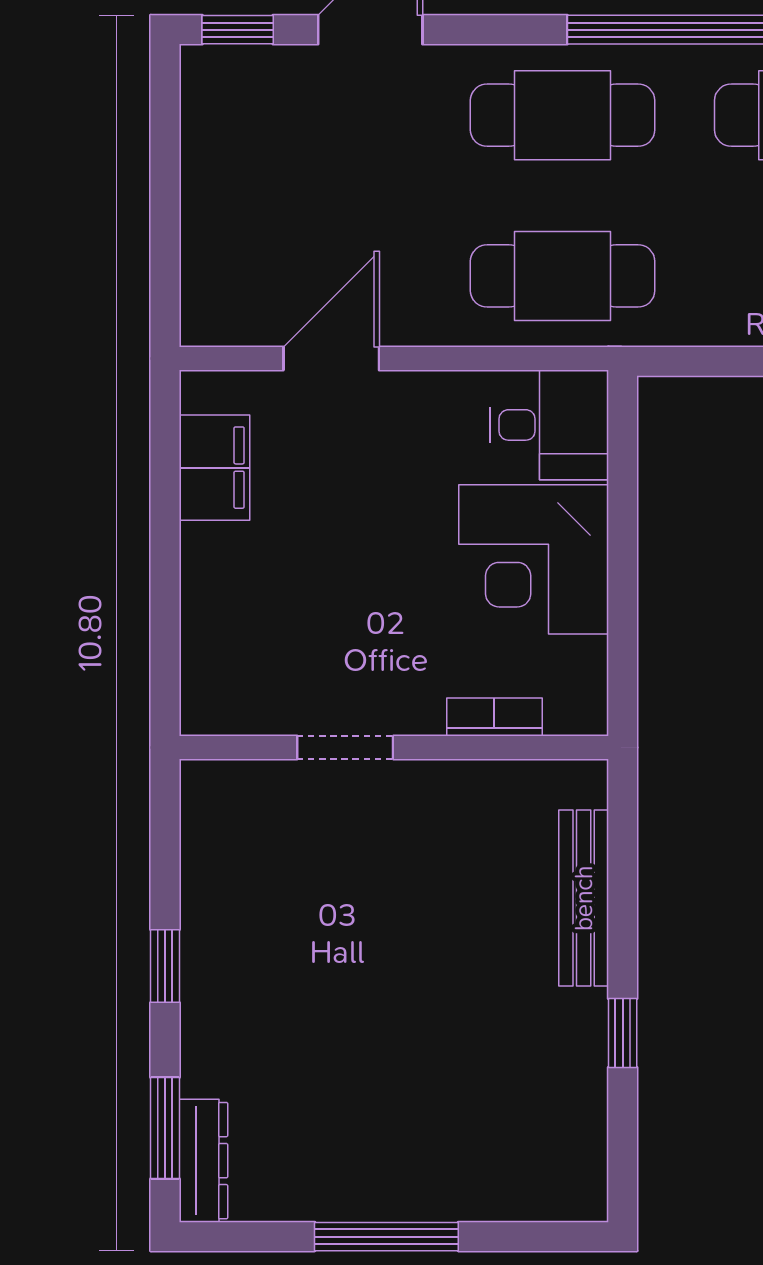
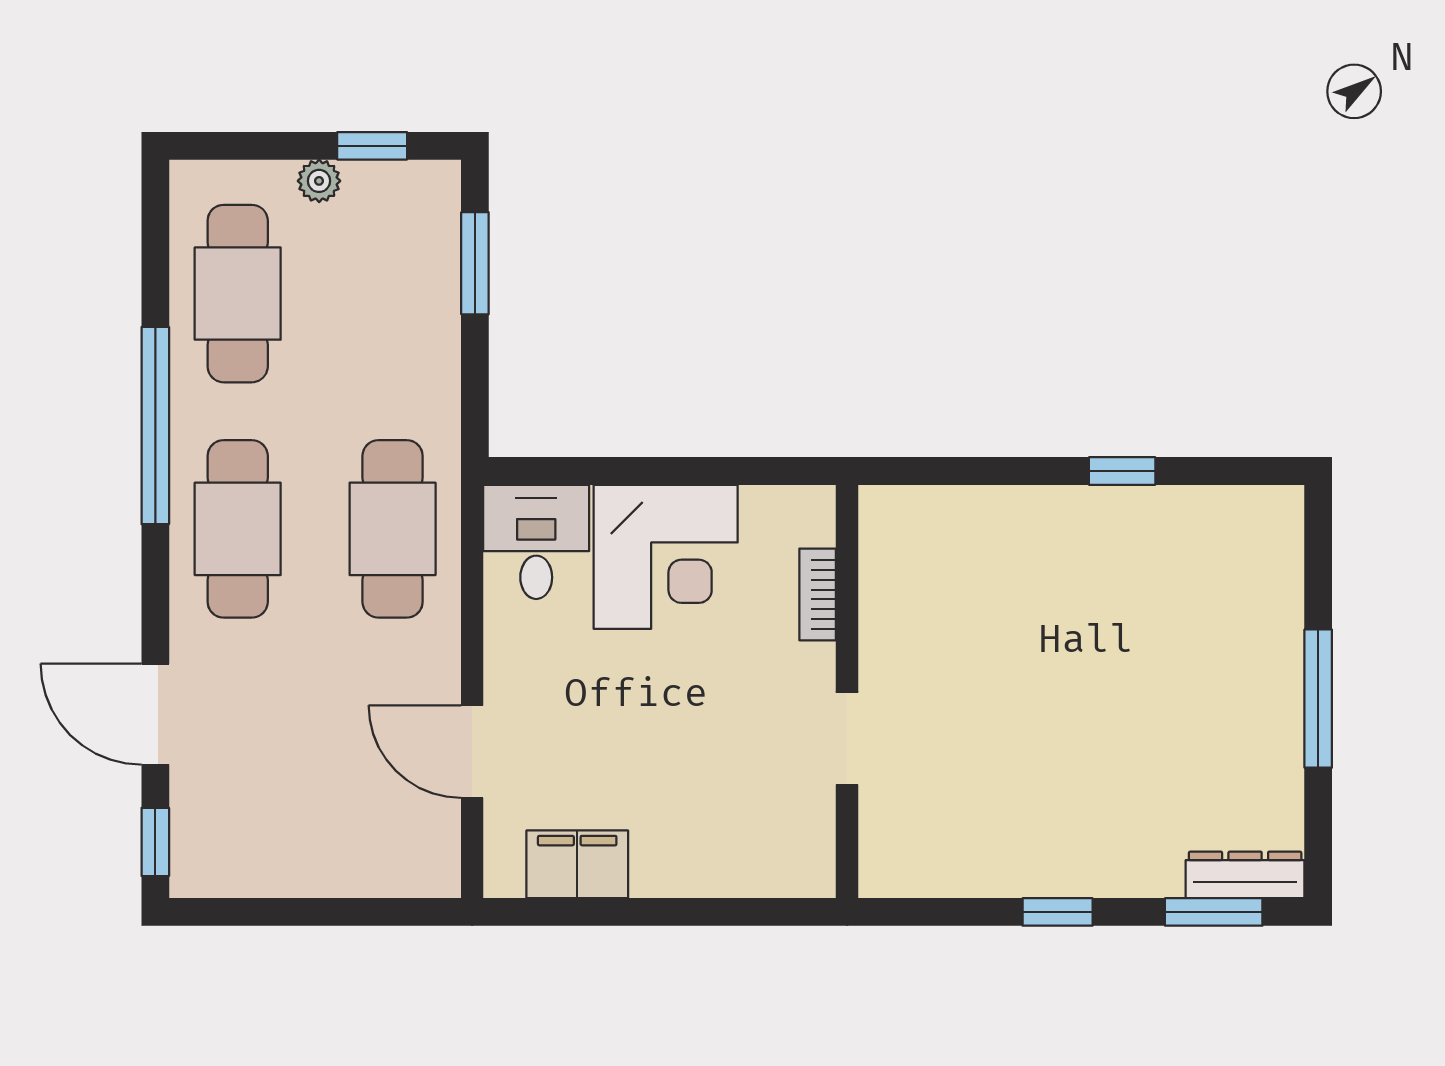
bench: (584, 898) -> (992, 509), removed

